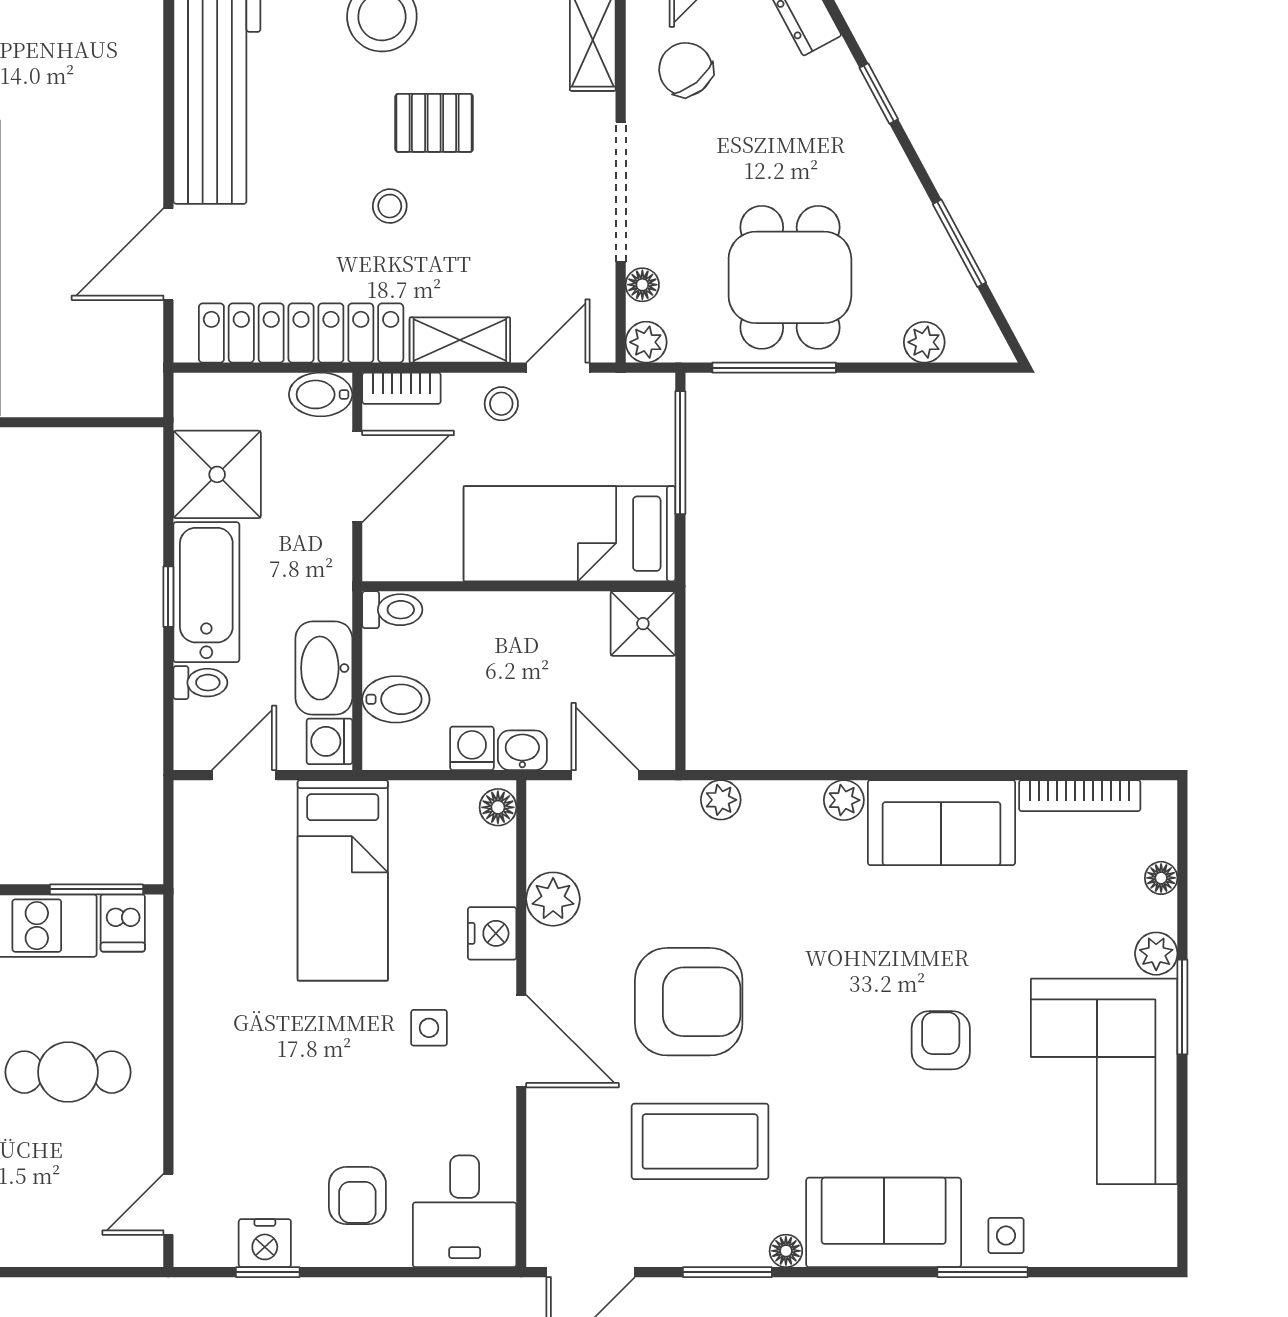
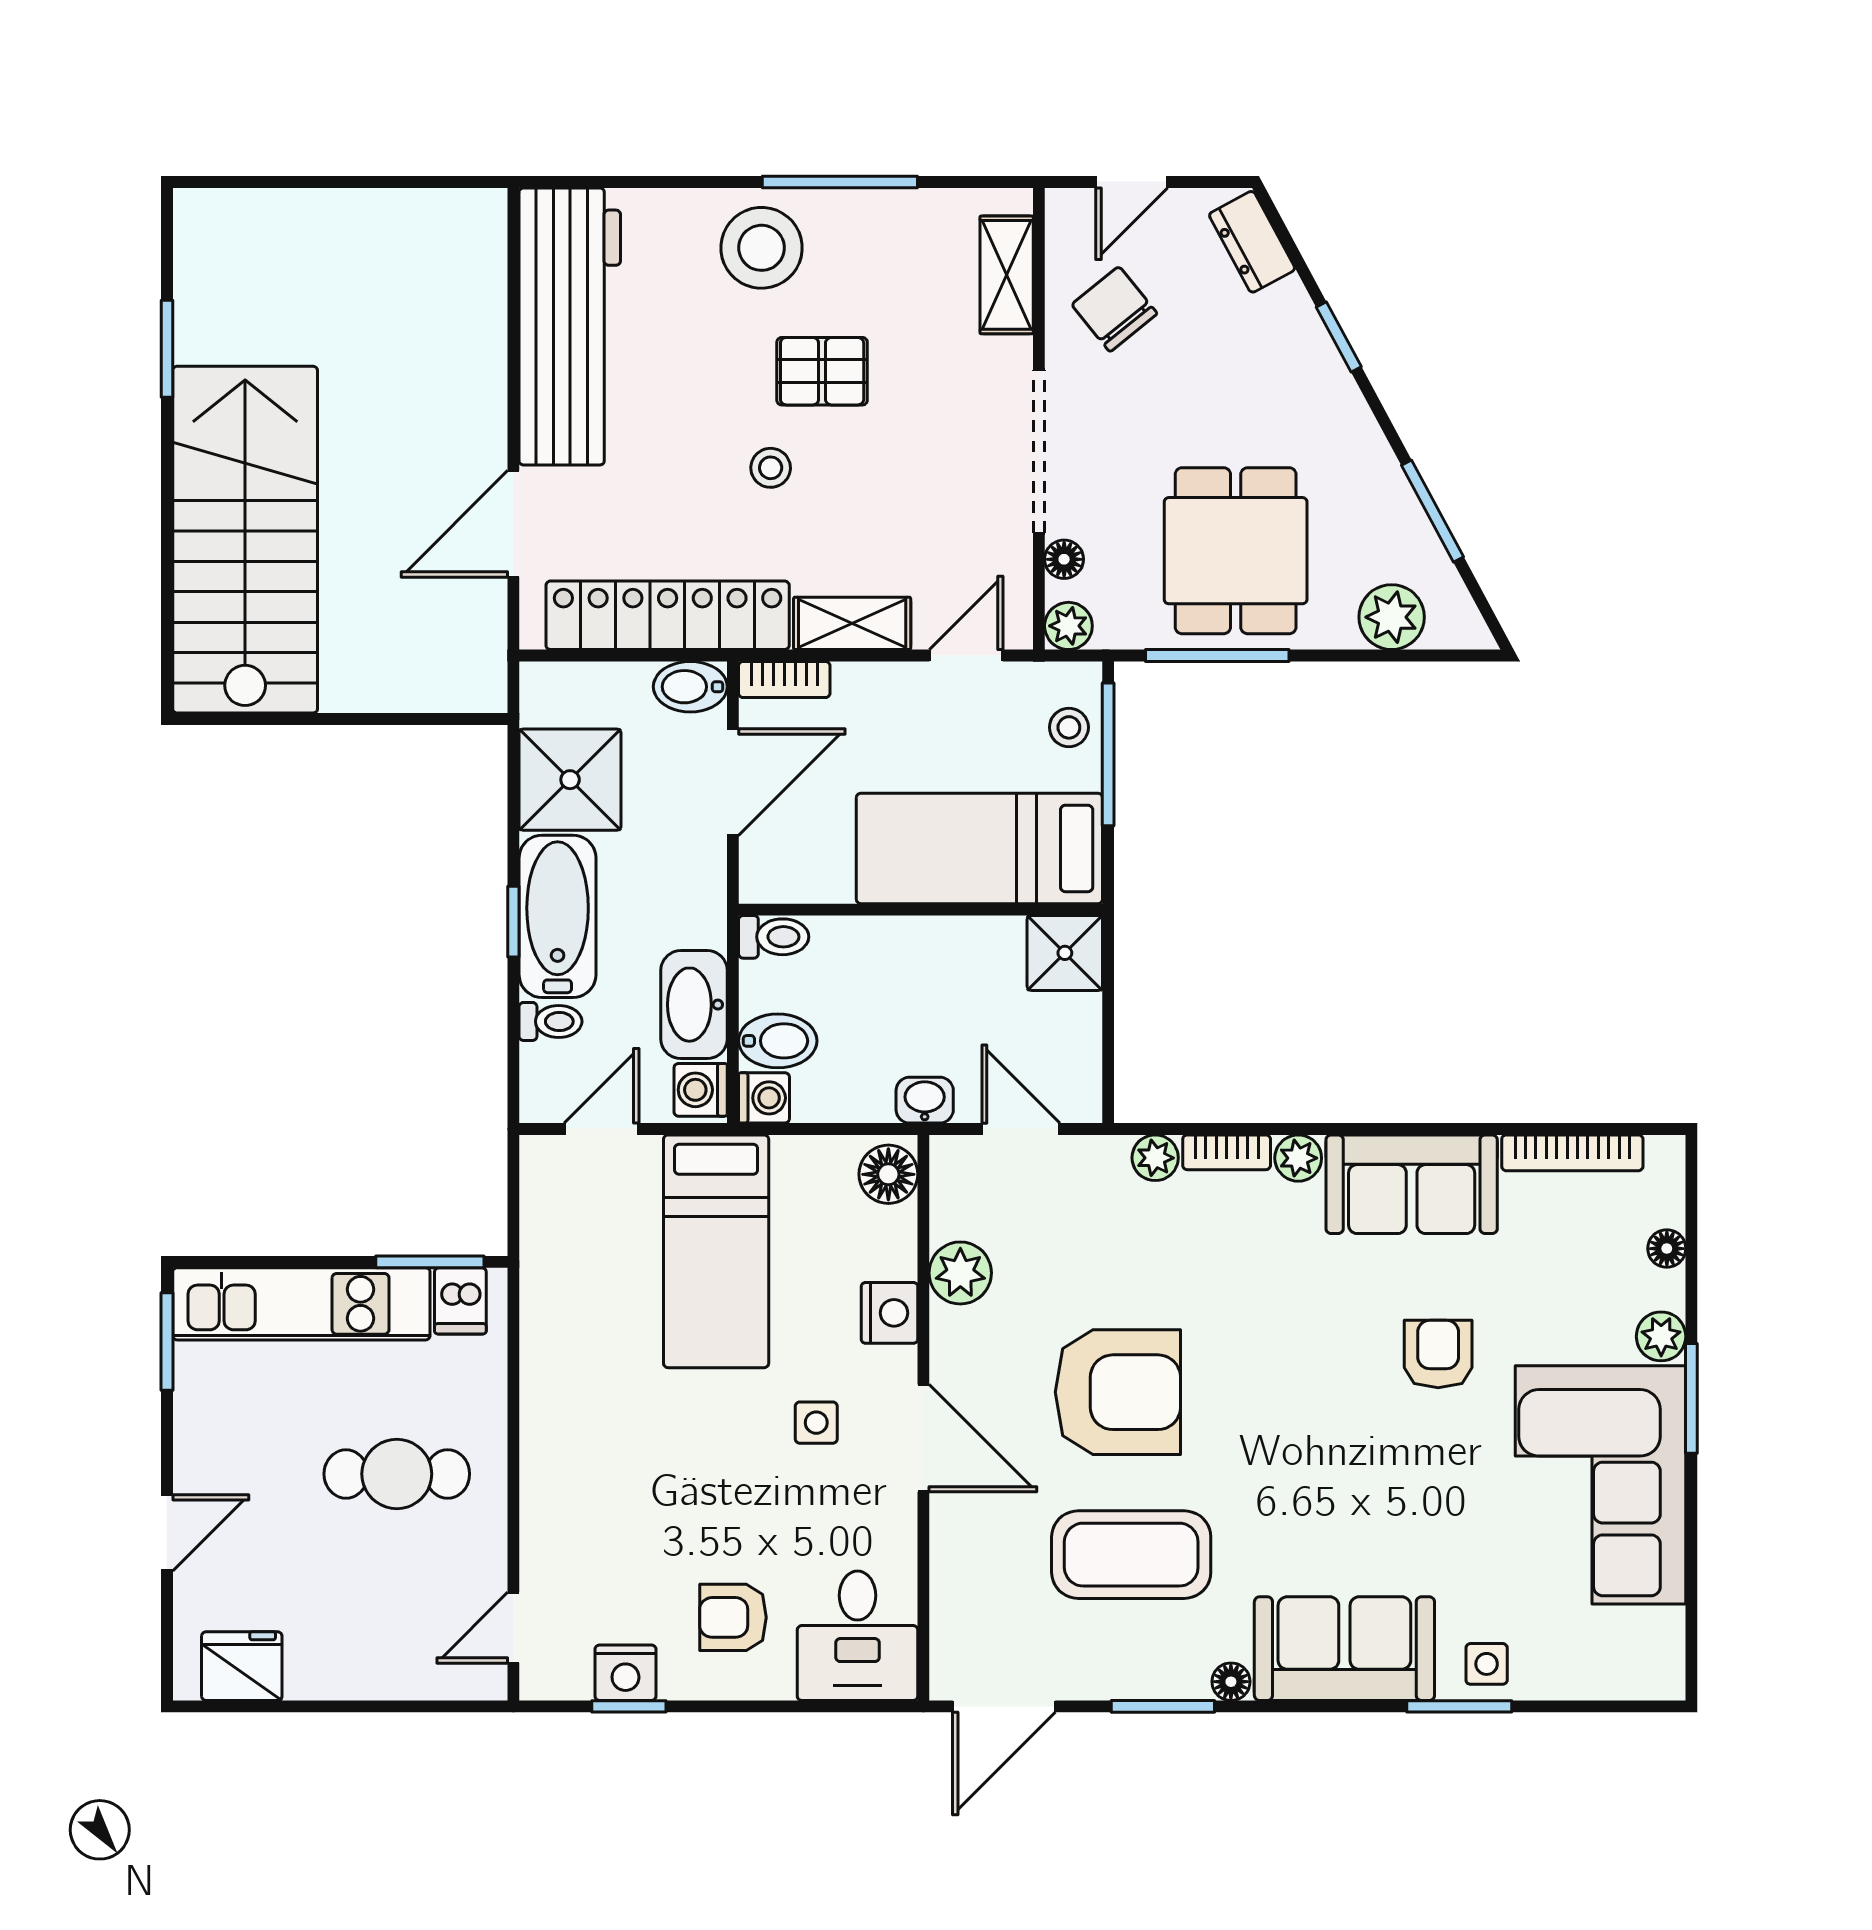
plant: (924, 342) -> (1392, 617), width x1.38, depth x1.38
stool: (501, 404) -> (1069, 727), moved
washing machine: (472, 748) -> (764, 1098), moved, turned 90
bookcase: (782, 795) -> (1227, 1152), added
floor lamp: (498, 807) -> (888, 1174), width x1.37, depth x1.37
armchair: (941, 1040) -> (1438, 1354), moved
armchair: (357, 1195) -> (733, 1617), turned 90

